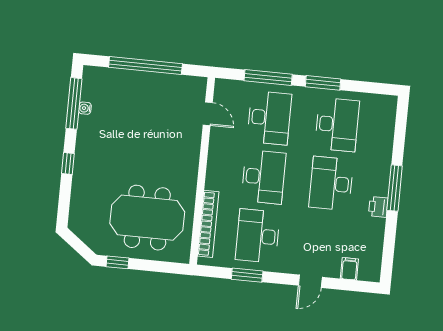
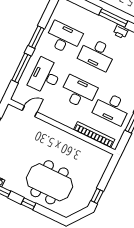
desk: (269, 118) -> (45, 76), turned -90
meeting table: (147, 218) -> (50, 182), moved, turned 90

